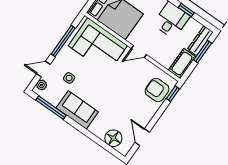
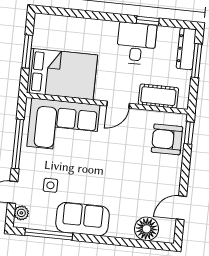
cot: (182, 64) -> (158, 96), moved, turned 90
door: (142, 137) -> (181, 208), hinge flipped

